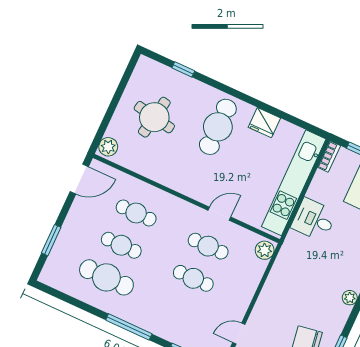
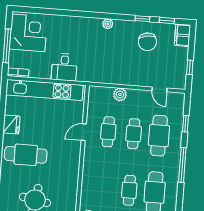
cafe table: (136, 213) -> (159, 136), moved, width x1.37, depth x1.35
door: (219, 214) -> (84, 132), hinge flipped
plant: (265, 250) -> (120, 95), moved

